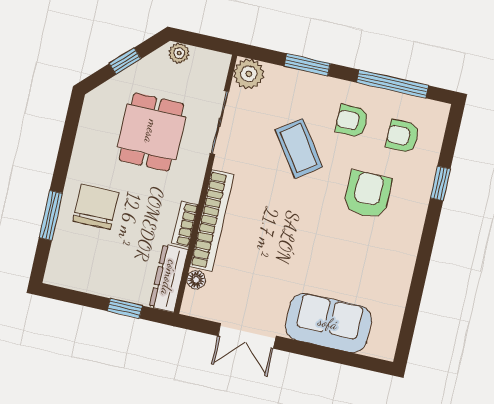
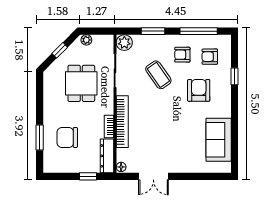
chair: (96, 207) -> (67, 137), moved, turned -90
floor lamp: (196, 280) -> (121, 167), moved
sofa: (328, 323) -> (219, 140), moved, turned -90

